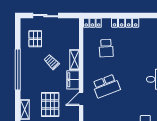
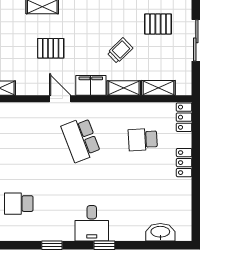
locker: (125, 23) -> (184, 163), width x0.66
shelving: (74, 38) -> (158, 88), added
pallet: (50, 104) -> (51, 48), width x0.67, depth x0.71

